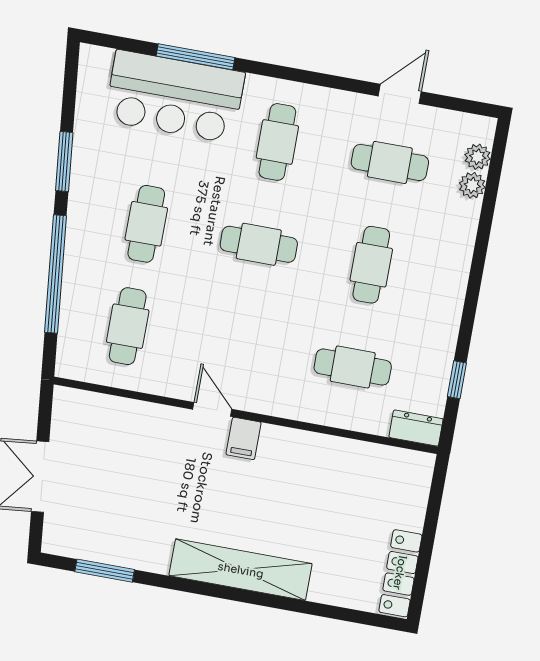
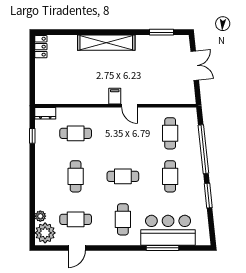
plant: (478, 157) -> (45, 233), width x1.87, depth x1.87
locker: (400, 573) -> (41, 47), width x0.66

